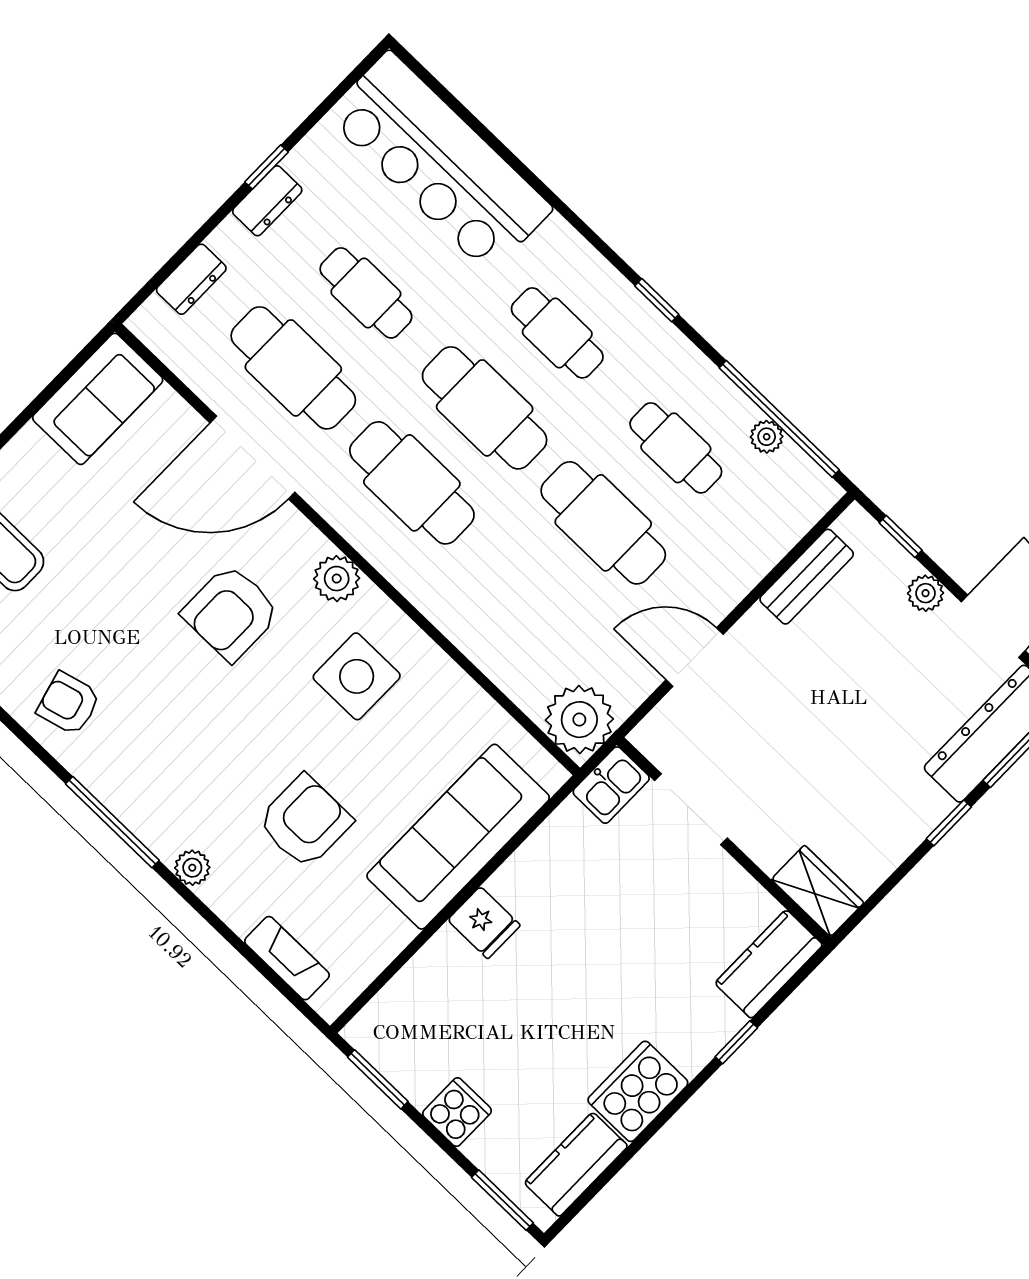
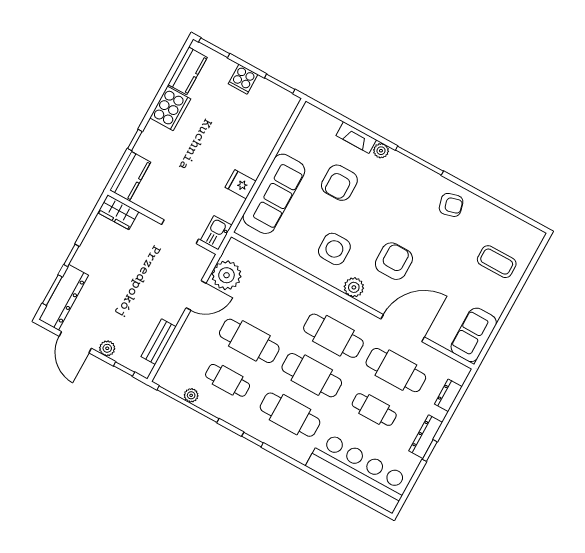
dresser: (267, 201) -> (426, 437), width x1.44
cafe table: (557, 333) -> (290, 415), width x1.37, depth x1.35
plant: (579, 720) -> (226, 275), moved
fridge: (484, 923) -> (241, 184), moved
fireplace: (287, 958) -> (356, 138), moved

